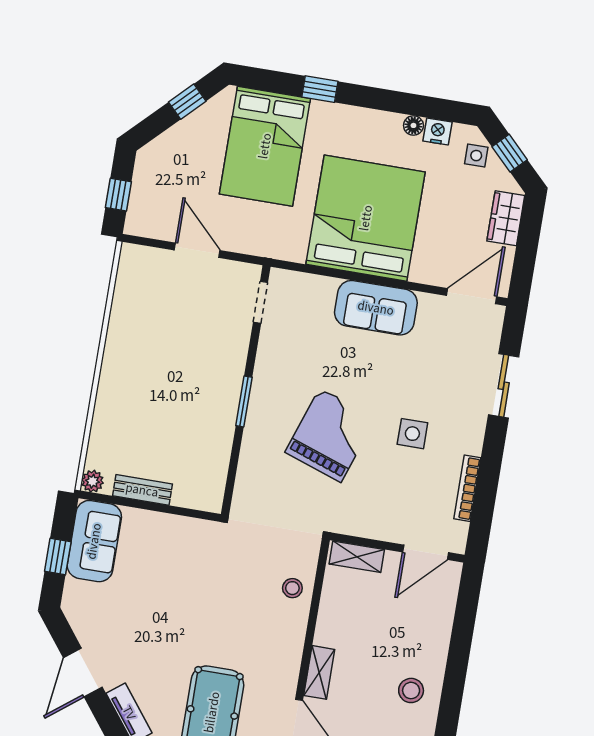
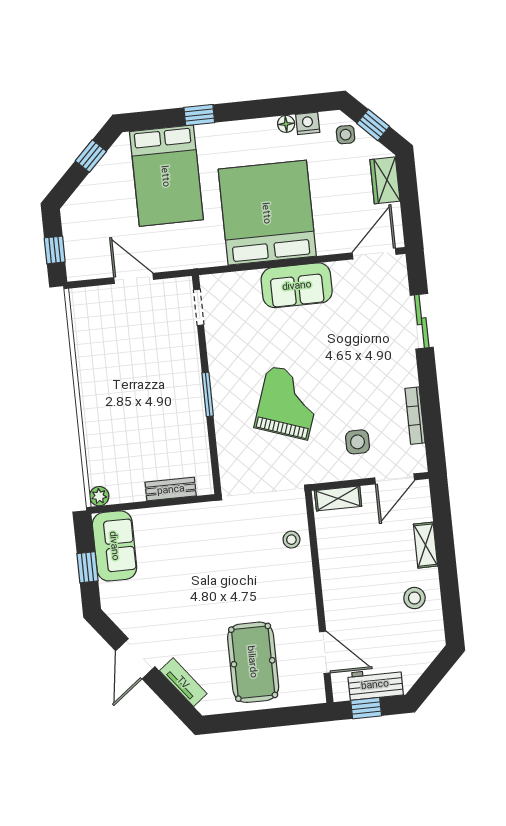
side table: (412, 434) -> (358, 442), moved
bench: (142, 490) -> (171, 489), moved
shelving: (319, 672) -> (426, 545), moved

